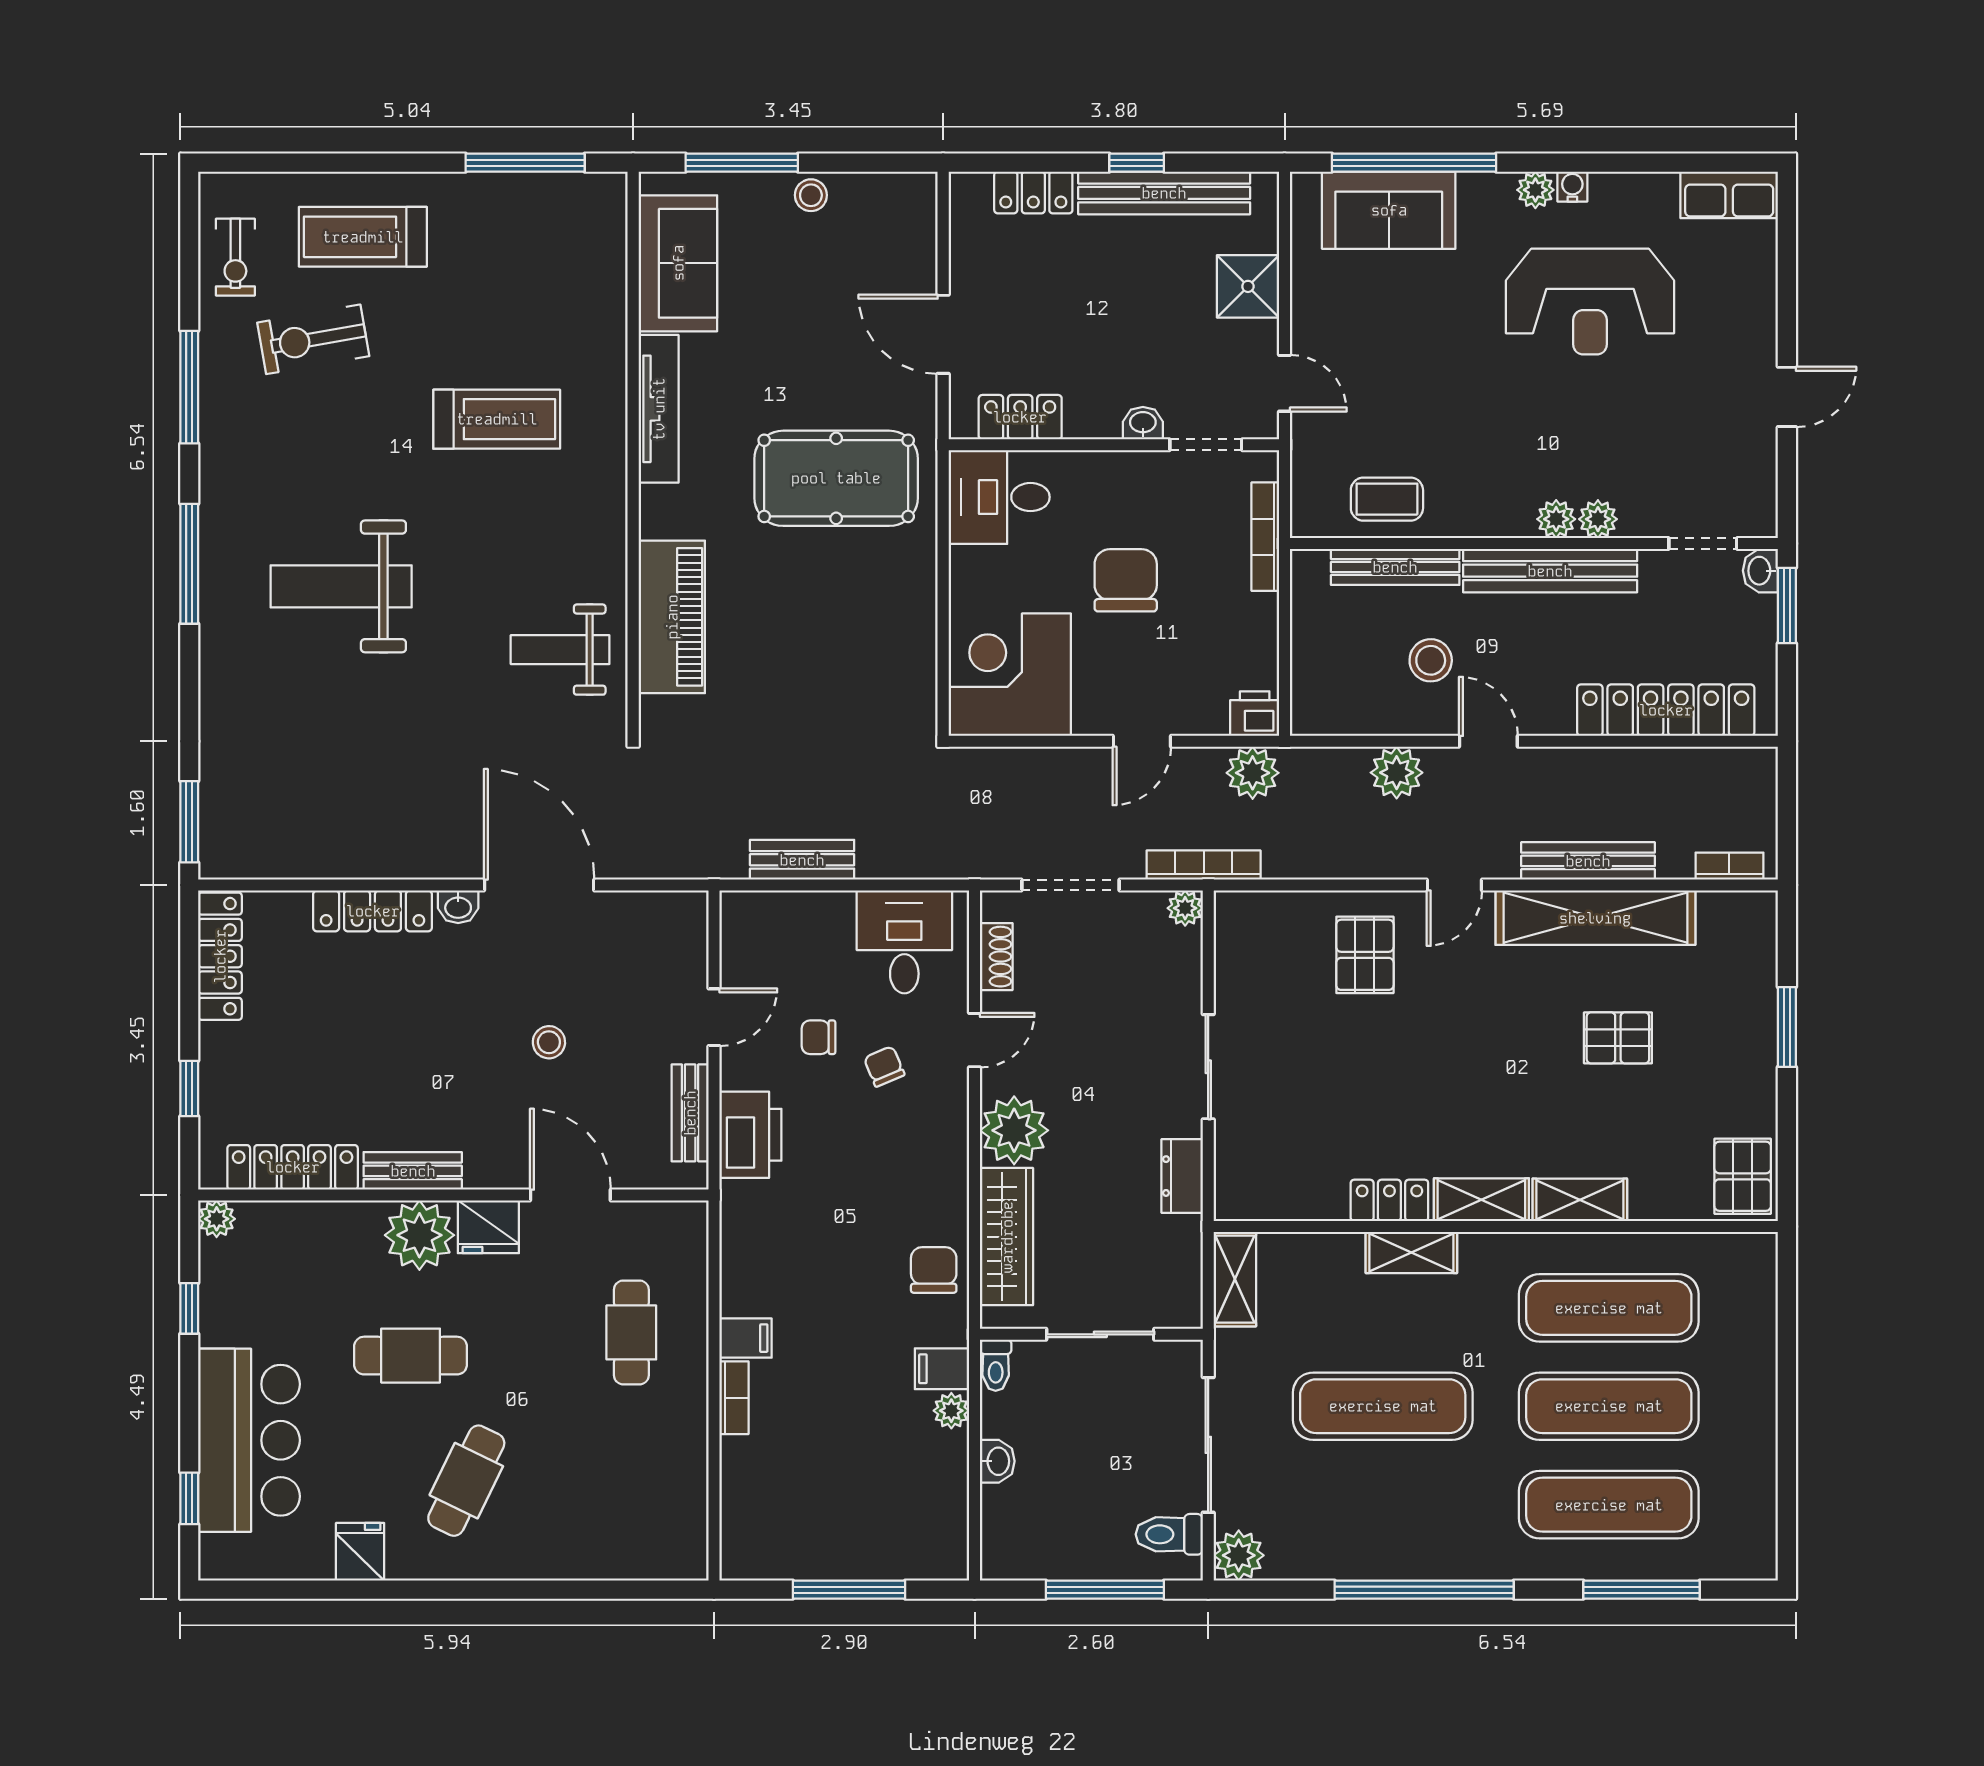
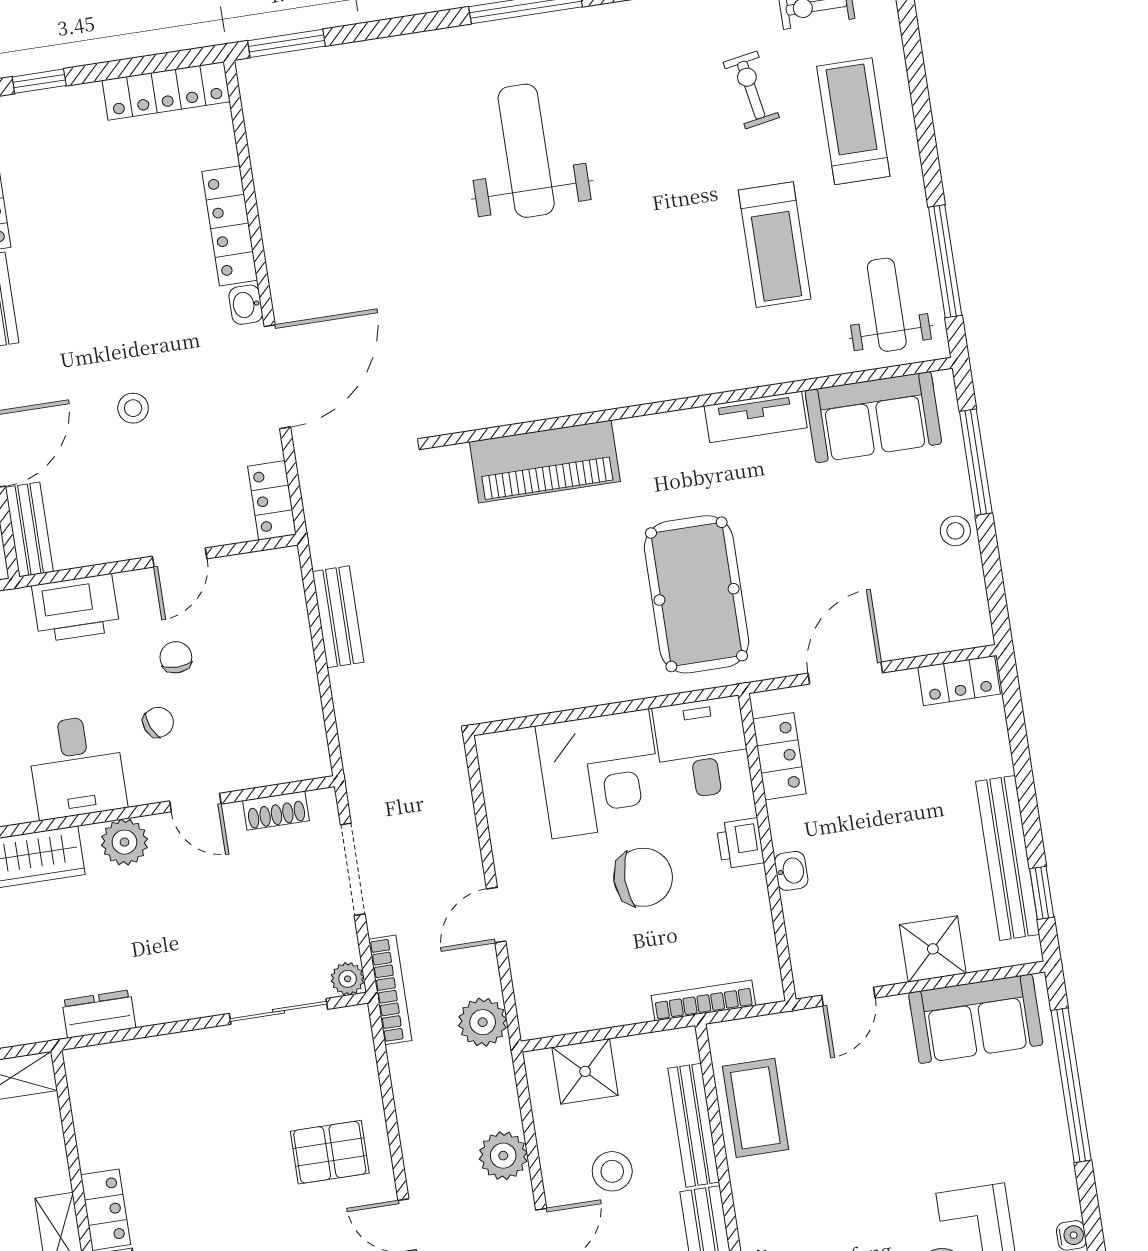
window: (1137, 163) -> (1042, 893), moved
plant: (1535, 190) -> (1063, 1202), removed
locker: (1033, 192) -> (959, 681), moved, turned -90
sofa: (1389, 210) -> (976, 1019), moved, turned -90
exercise bike: (313, 339) -> (751, 90), width x0.73, depth x0.72
tv unit: (659, 409) -> (756, 417), width x0.71
treadmill: (497, 419) -> (775, 245), moved
doorway: (1206, 445) -> (780, 932), removed
coffee table: (1387, 499) -> (755, 1108), width x1.36, depth x1.30
weight bench: (560, 650) -> (887, 305), moved
shower: (1321, 673) -> (585, 1071), added
corner desk: (1010, 675) -> (600, 774), moved, turned 90
printer: (1255, 714) -> (740, 843), moved, turned 180
door: (1142, 741) -> (496, 915), hinge flipped
locker: (669, 911) -> (272, 500), added
desk: (904, 942) -> (77, 767), moved, turned 90
door: (714, 1017) -> (180, 558), hinge flipped
sliding door: (1208, 1067) -> (278, 1011), moved
bench: (690, 1113) -> (29, 529), moved, turned 90
plant: (1014, 1130) -> (124, 842), width x0.73, depth x0.73

